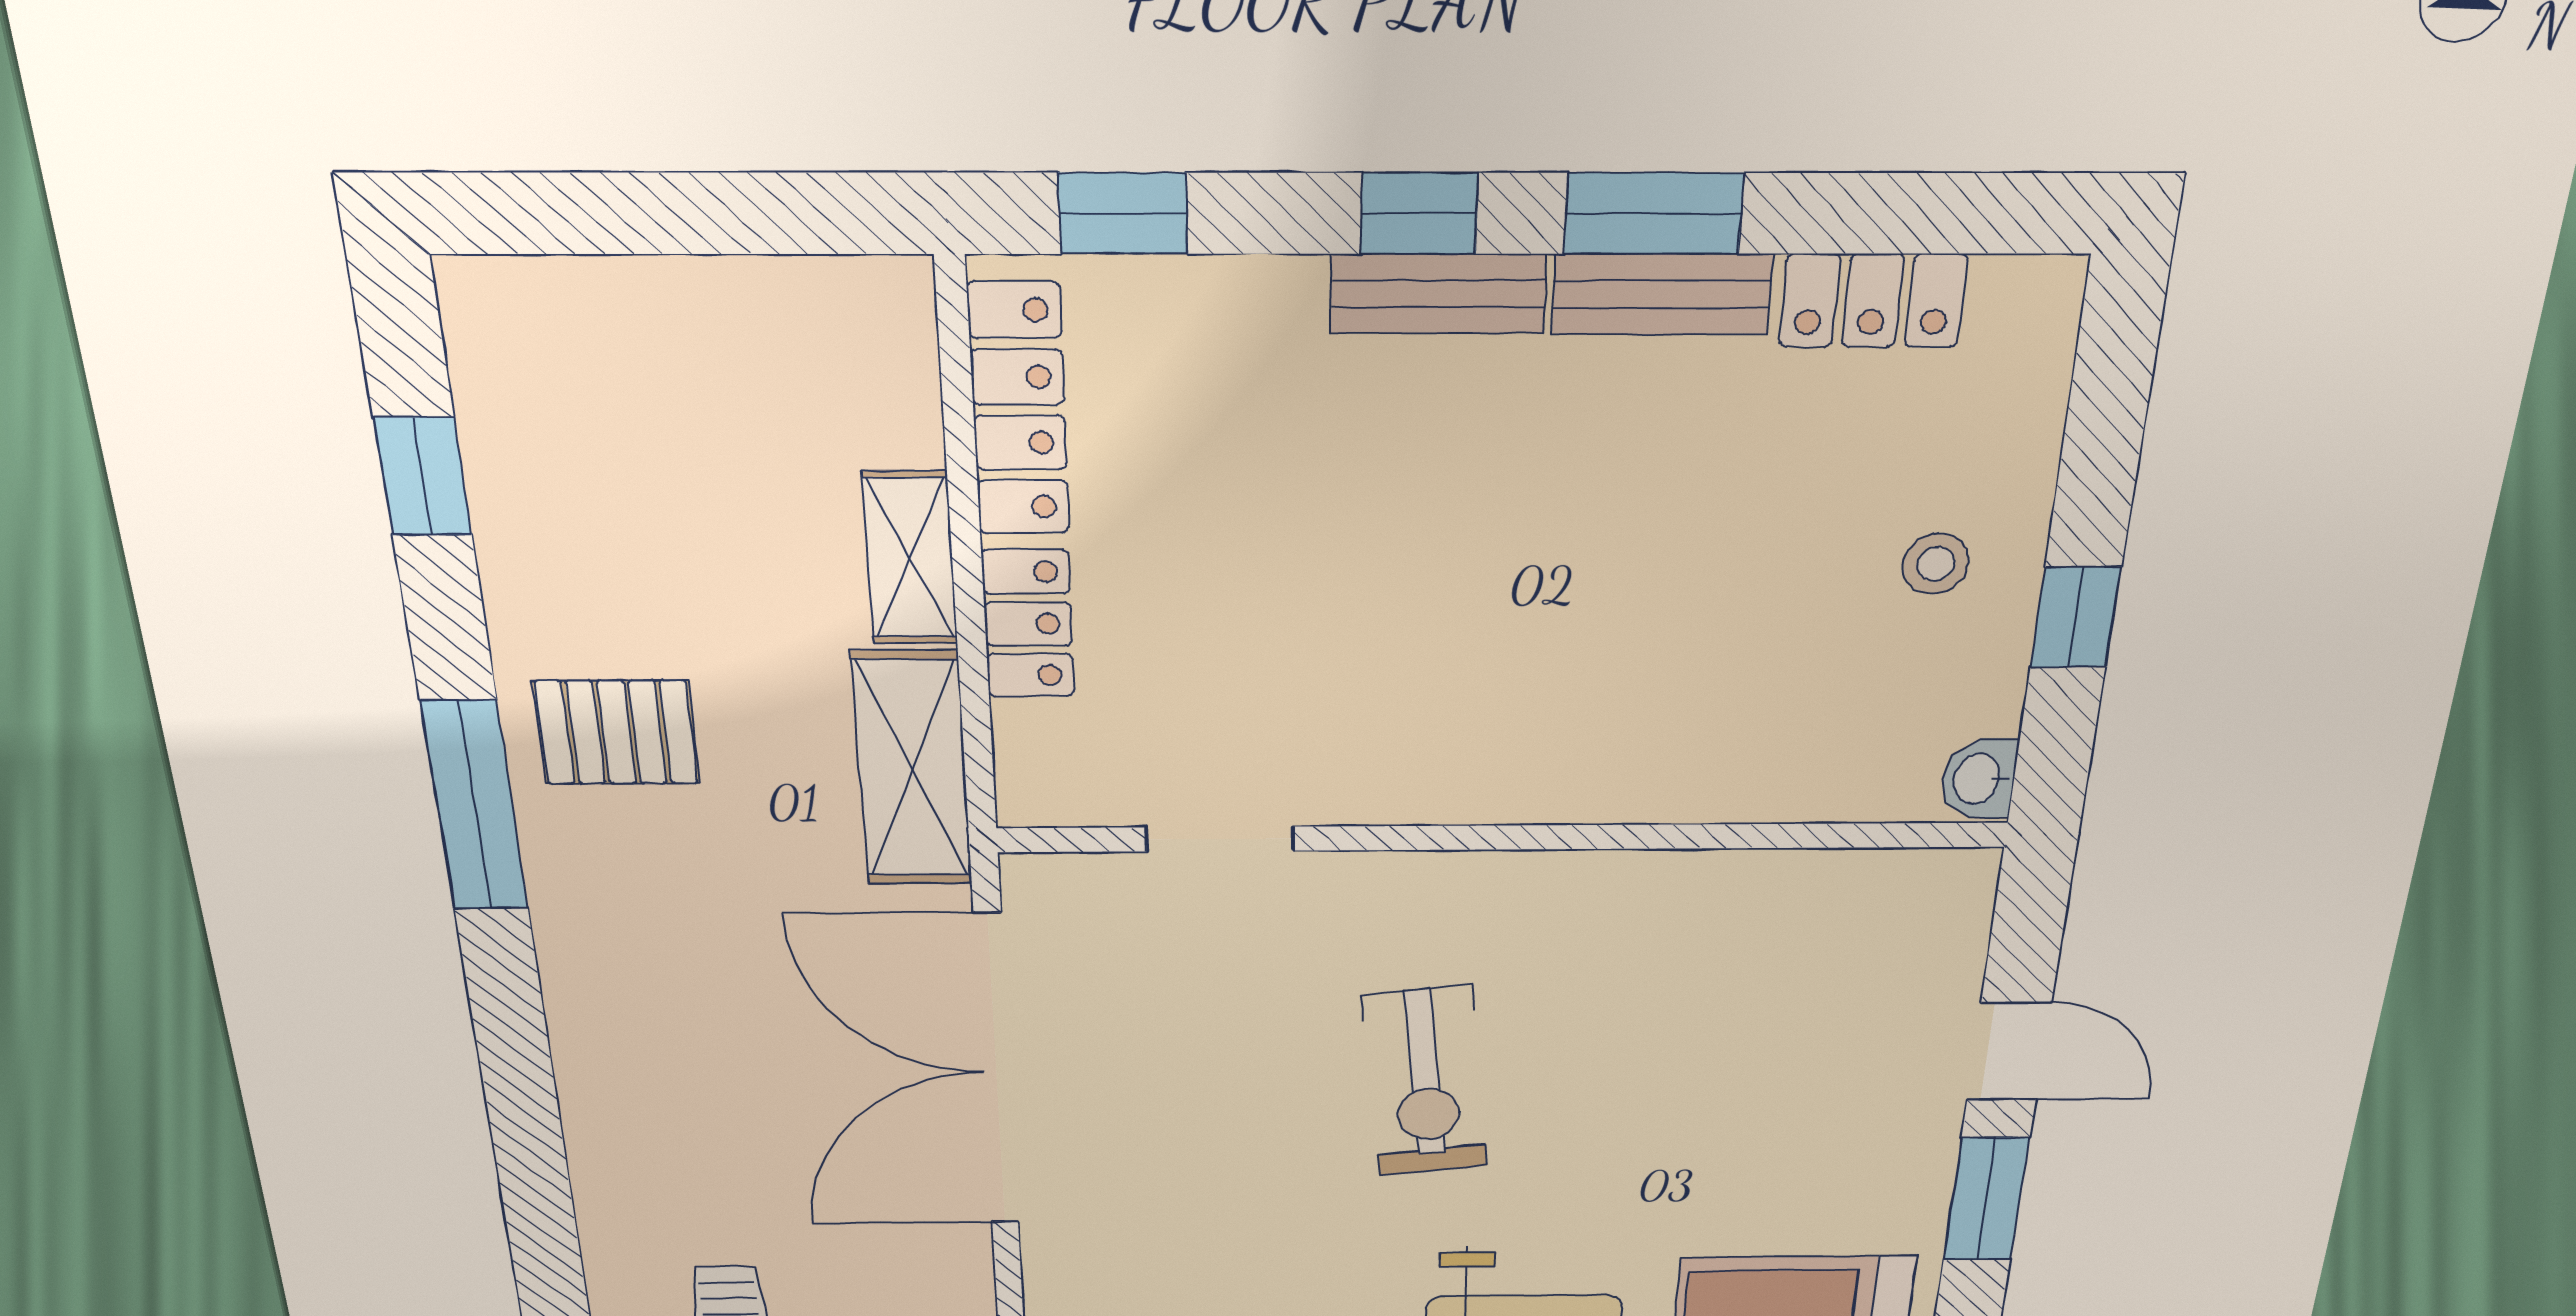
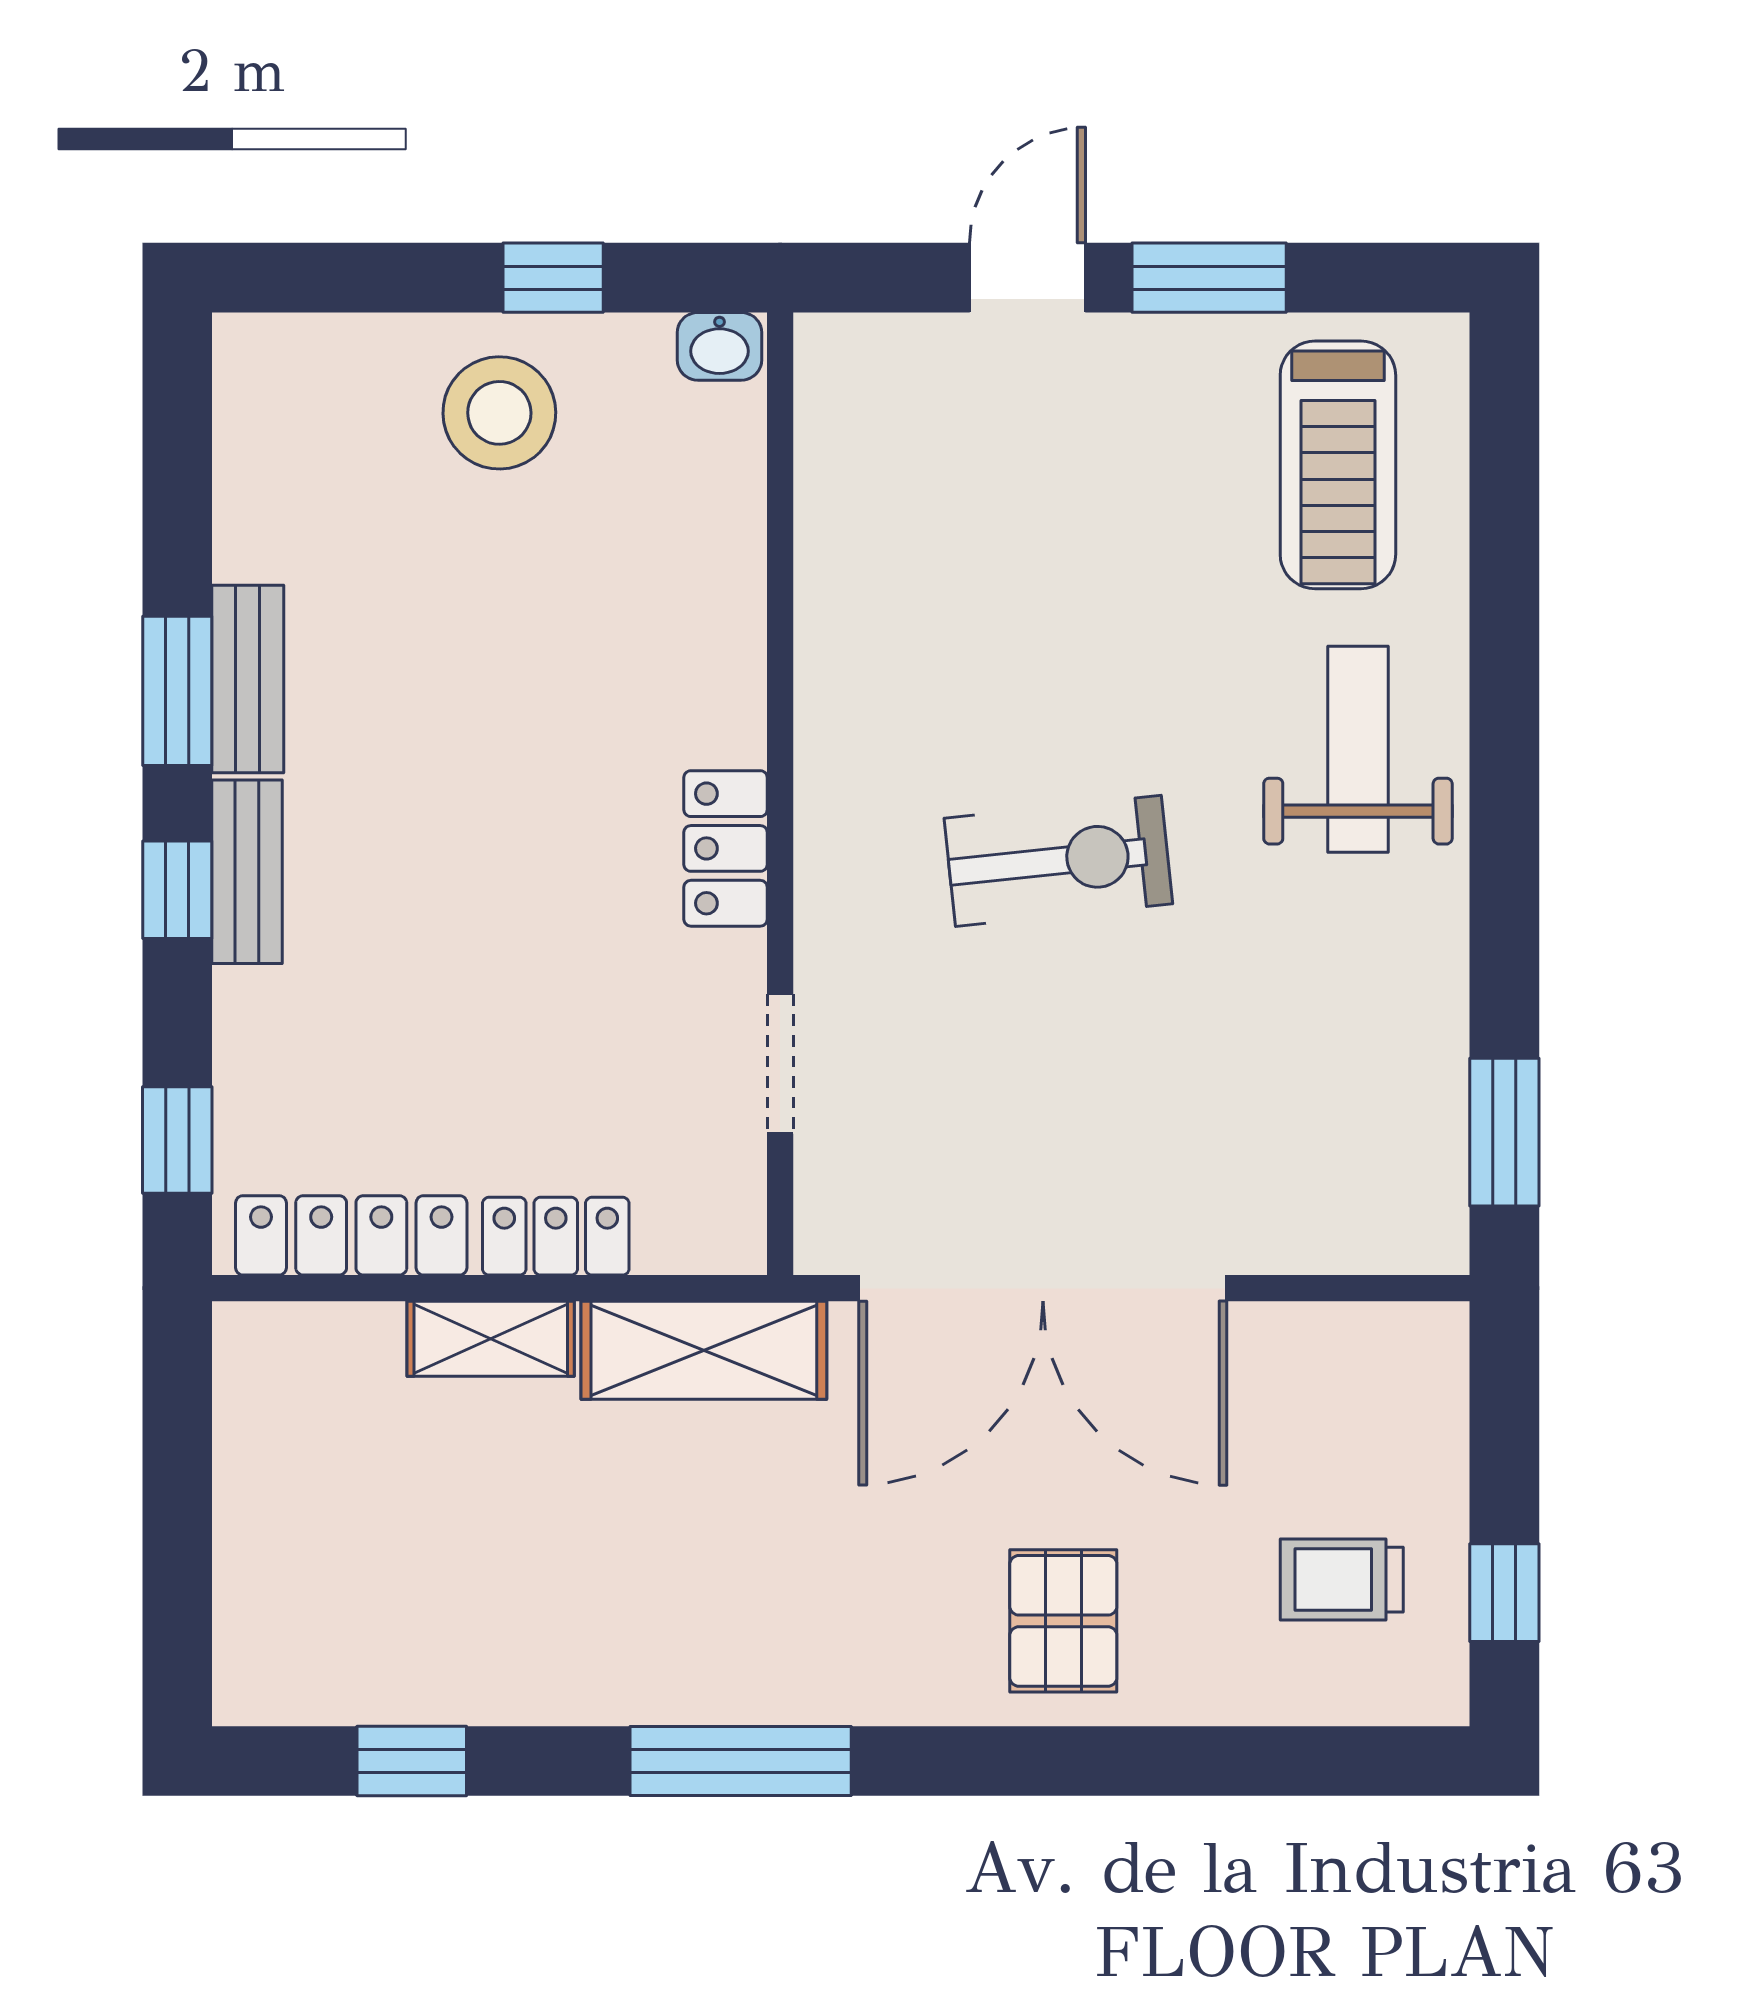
locker: (1873, 301) -> (726, 848), moved, turned 180
stool: (1936, 564) -> (499, 413), width x1.89, depth x1.89
pallet: (617, 732) -> (1063, 1621), moved

